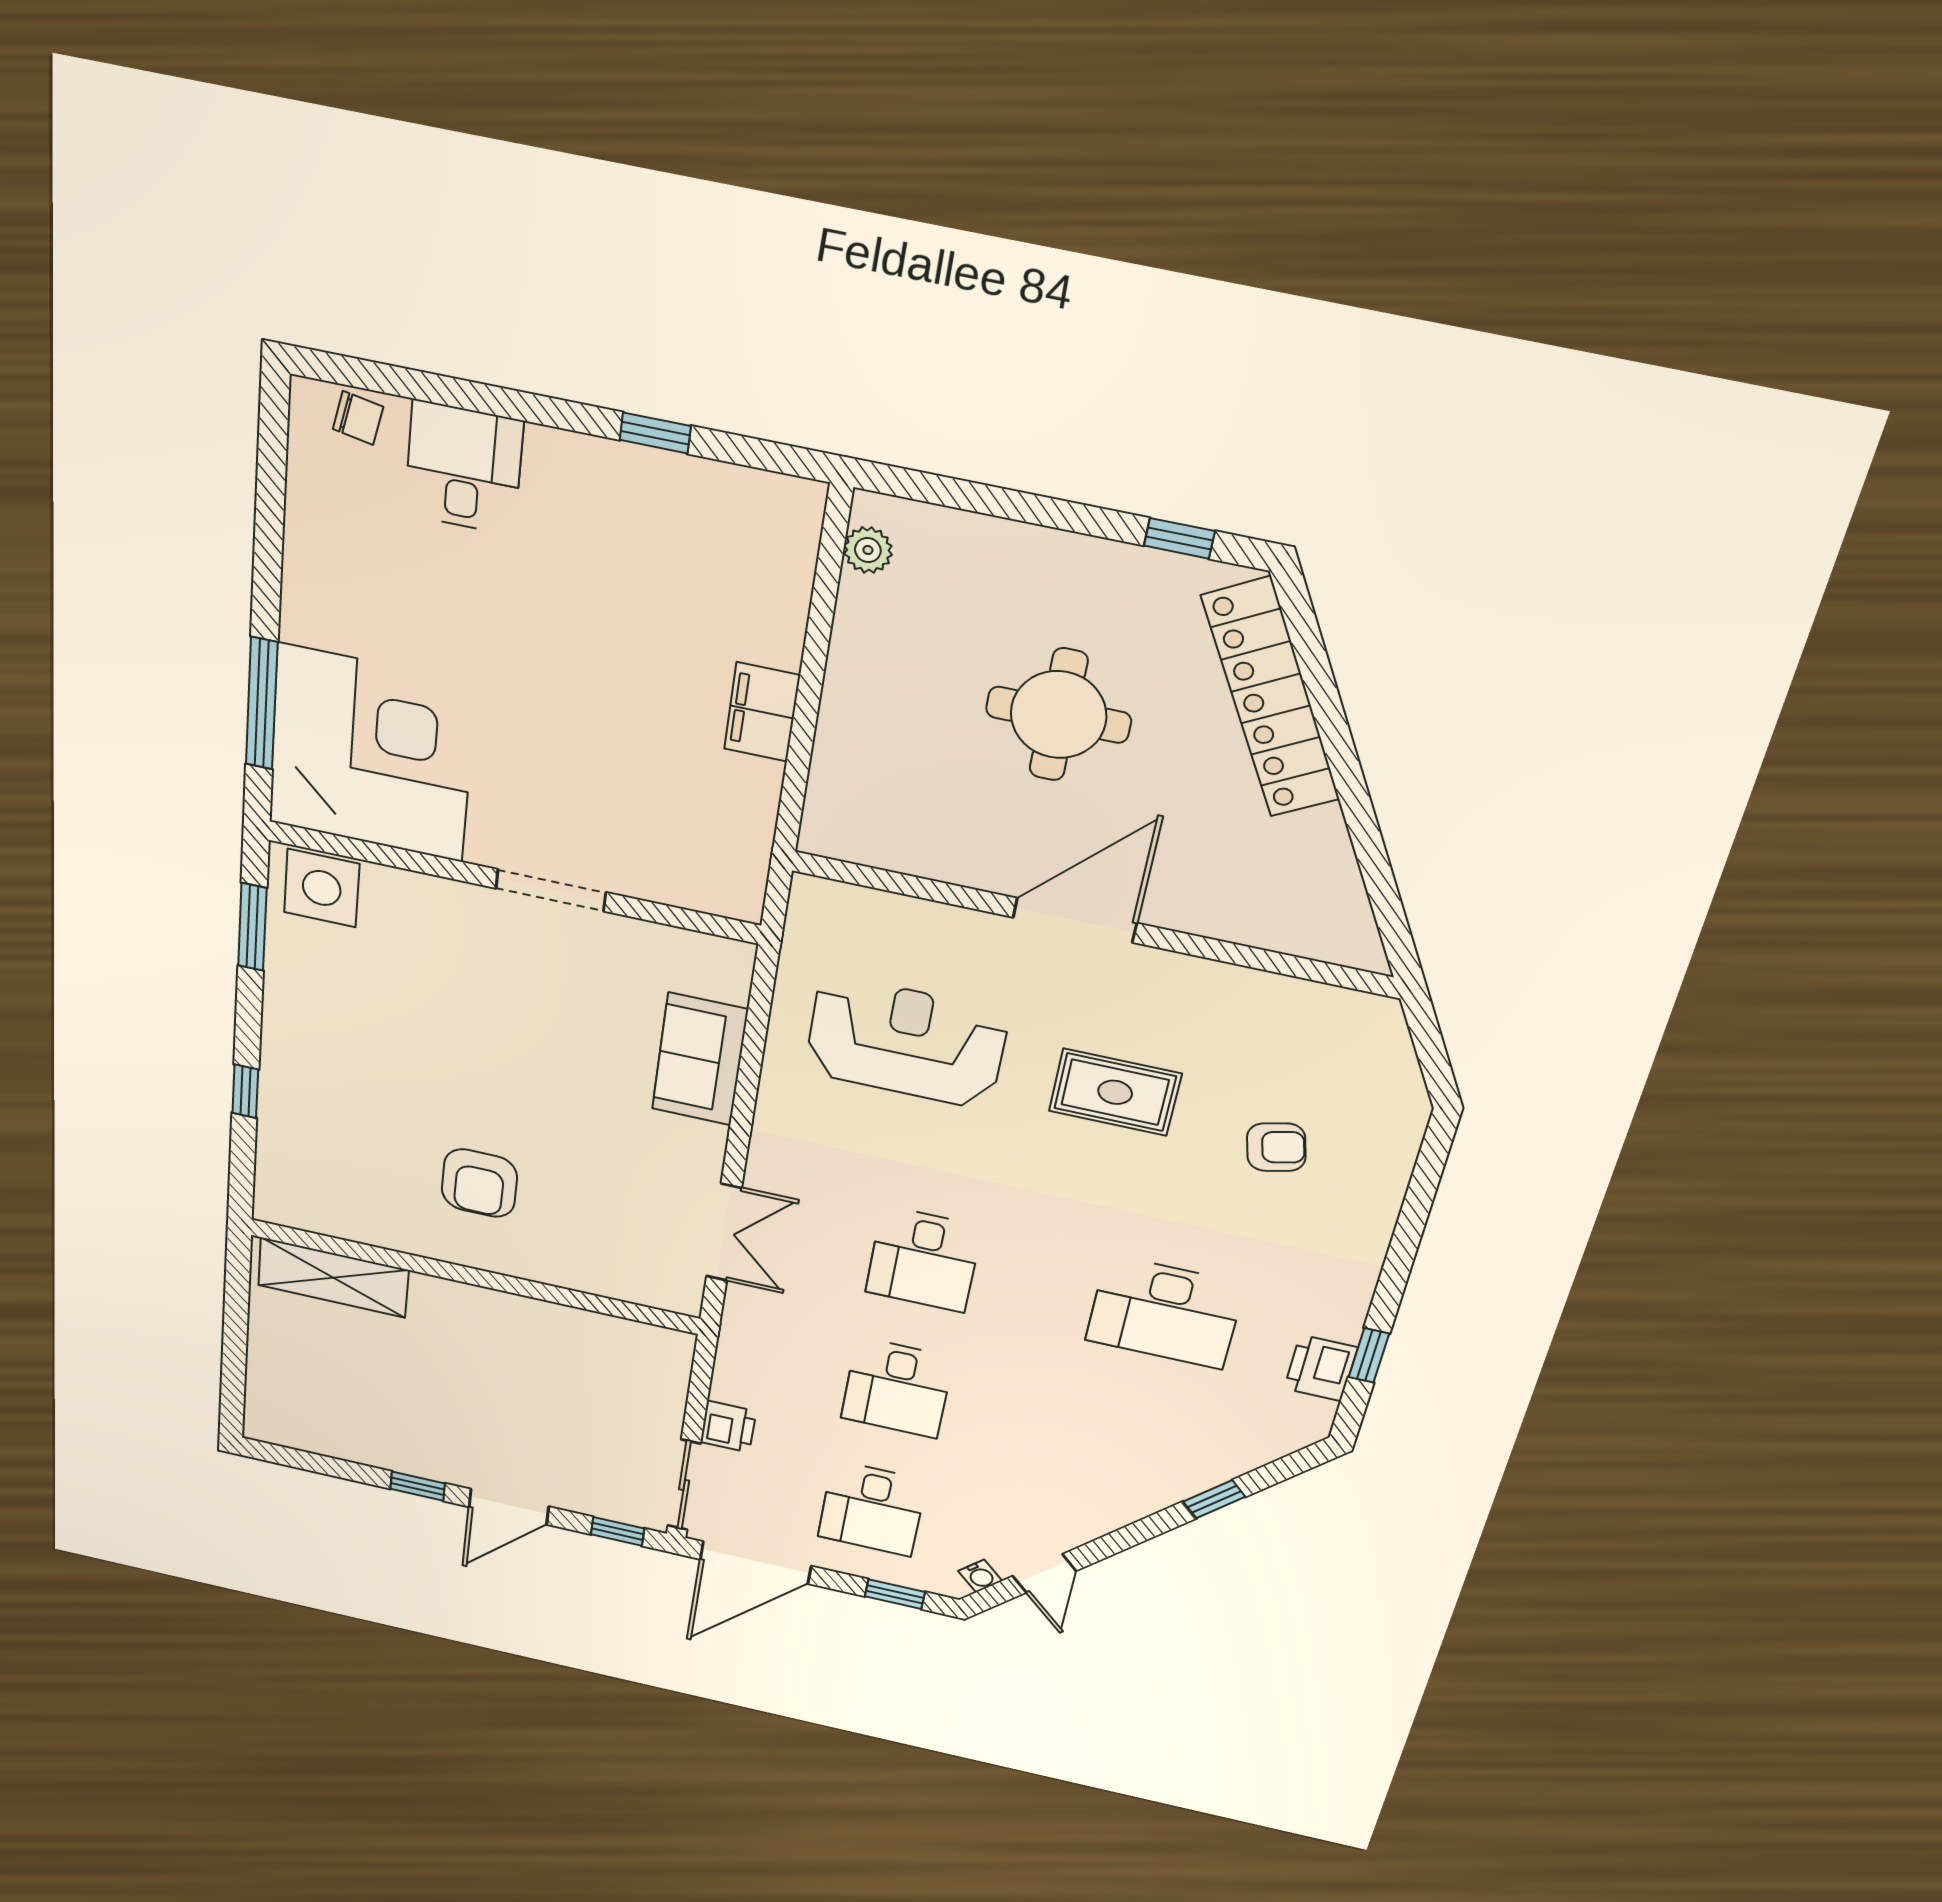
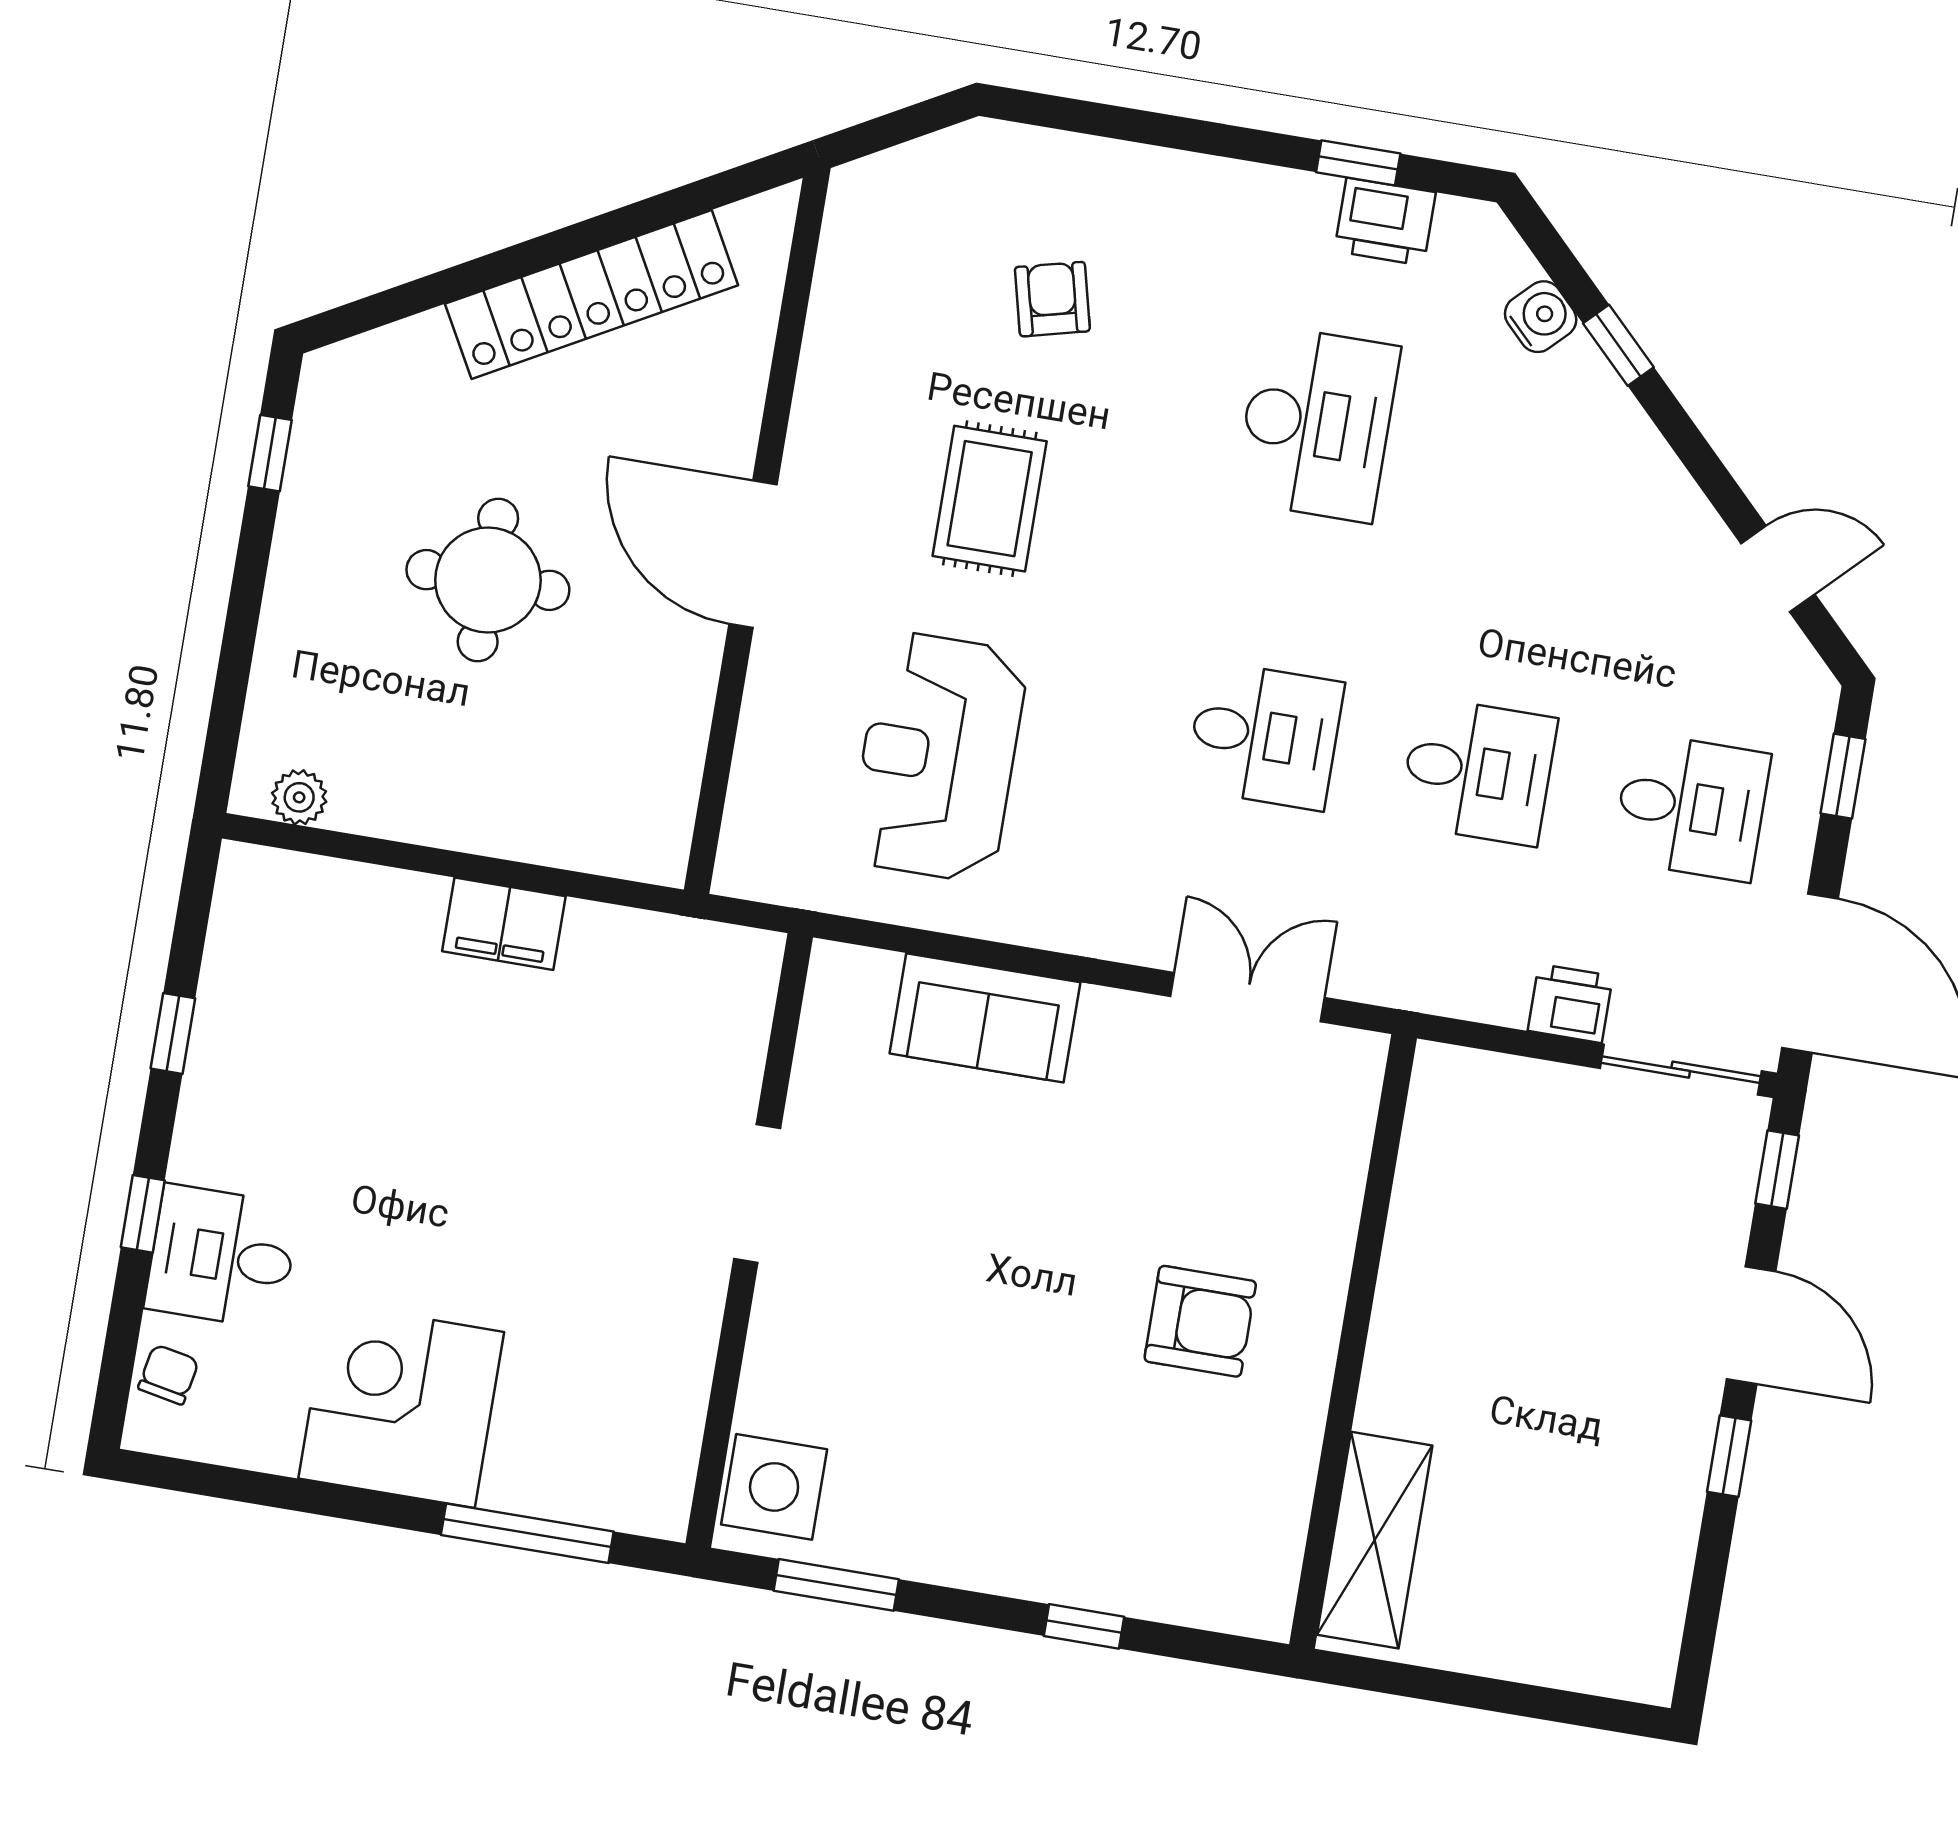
window: (495, 401) -> (143, 1214), added
locker: (1271, 699) -> (592, 294), moved
corner desk: (371, 754) -> (401, 1405), moved, width x0.74, depth x0.74
water cooler: (980, 1576) -> (1541, 317), moved, width x1.38, depth x1.38

